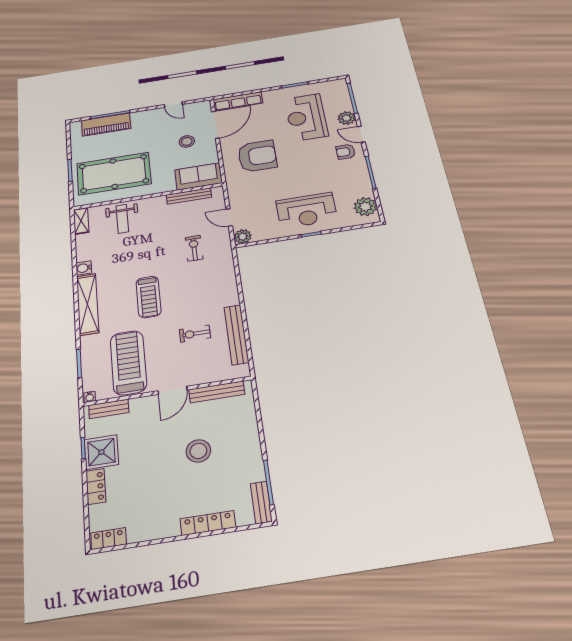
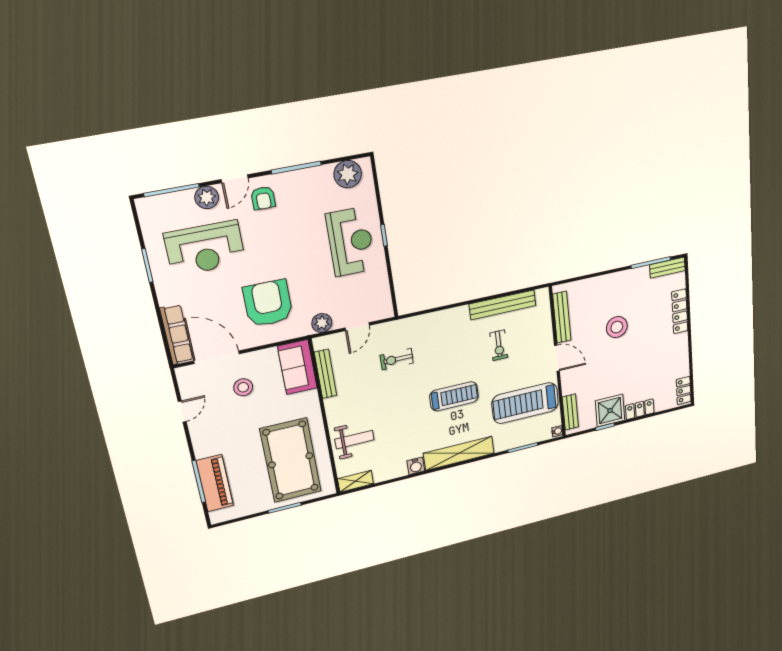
plant: (243, 237) -> (322, 323), moved

